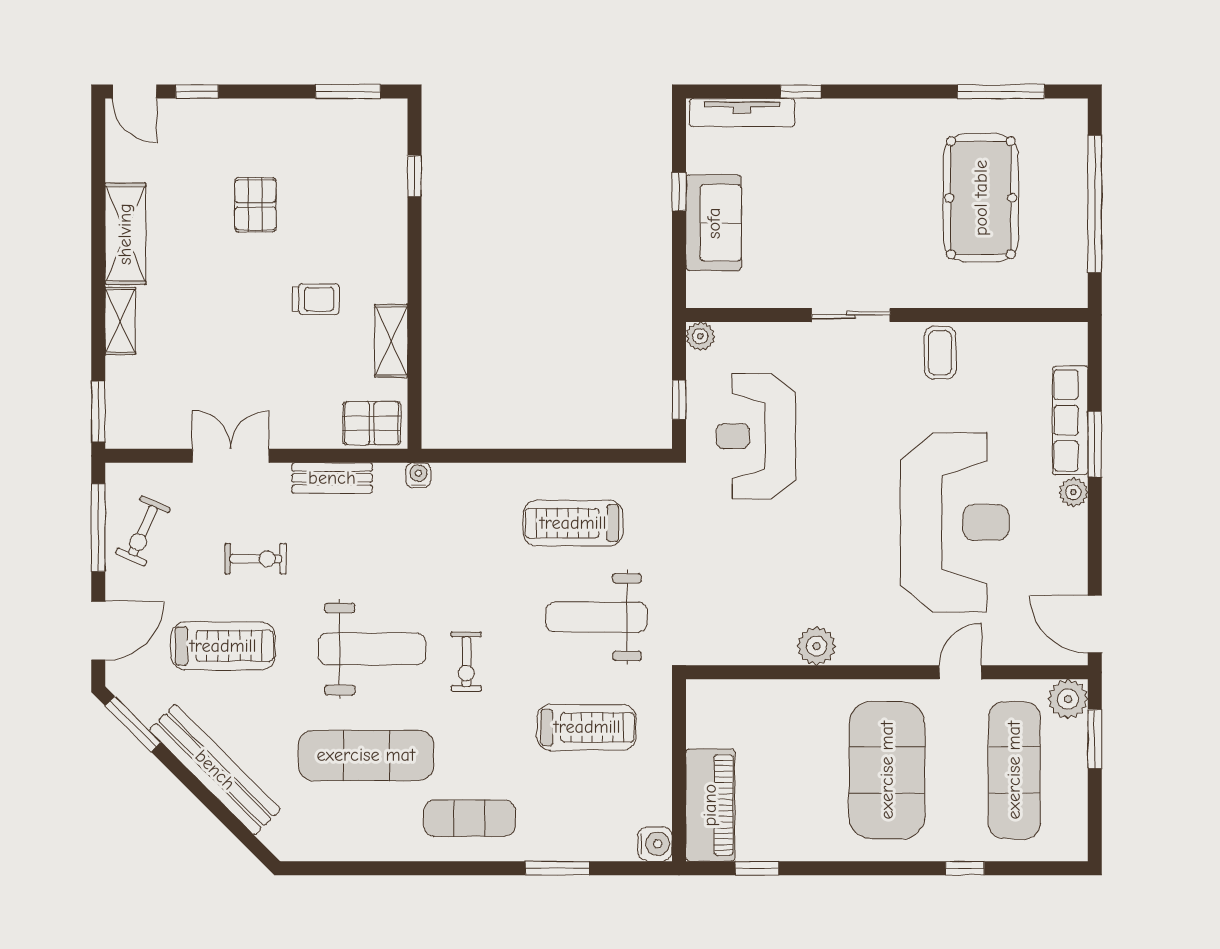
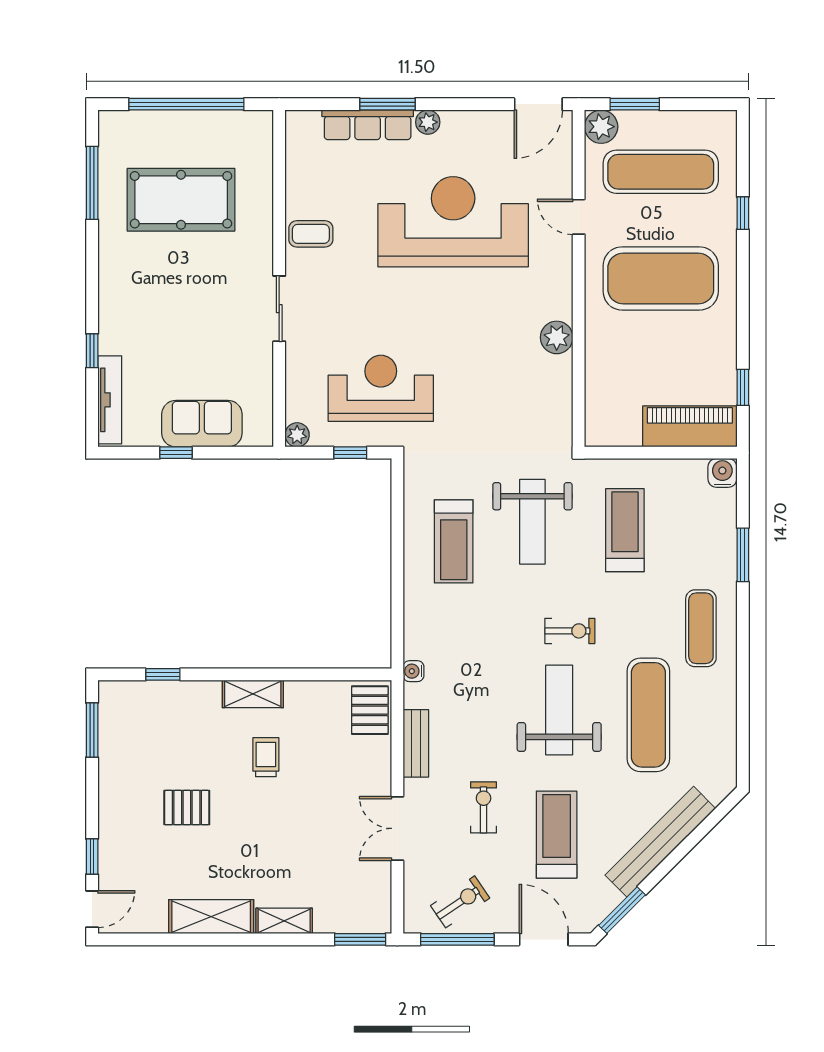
shelving: (391, 341) -> (253, 694), moved
reception desk: (756, 436) -> (381, 388), turned 180
exercise bike: (143, 531) -> (460, 902), turned -58

